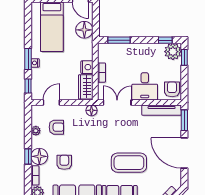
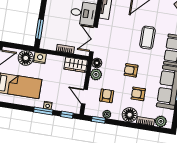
nightstand: (87, 67) -> (40, 58), moved
plant: (78, 111) -> (96, 74), added
armchair: (89, 150) -> (131, 70), added
window: (28, 156) -> (98, 120), moved
coffee table: (129, 163) -> (148, 38), width x0.73, depth x0.76

